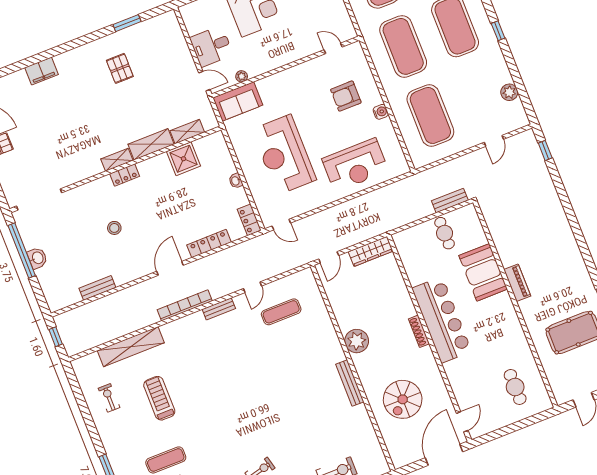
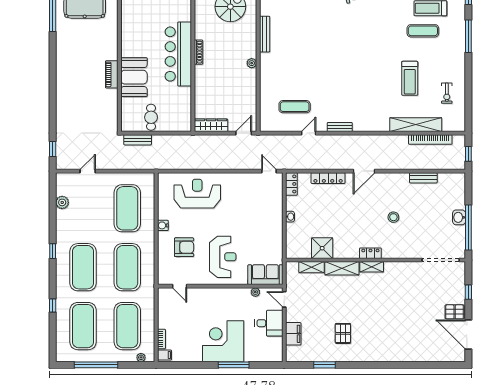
filing cabinet: (41, 71) -> (293, 334), moved, turned 90
reception desk: (284, 155) -> (223, 257), moved, width x0.74, depth x0.77
piano: (517, 283) -> (112, 74), moved
bookcase: (185, 305) -> (430, 140), moved
plant: (357, 341) -> (252, 63), width x0.53, depth x0.53

